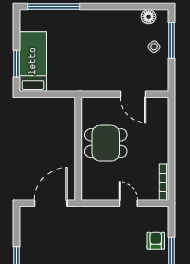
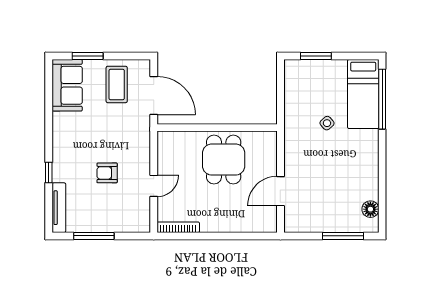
side table: (154, 47) -> (327, 123), moved
bed: (33, 61) -> (363, 94), moved, turned 90
coffee table: (41, 235) -> (117, 84), added
armchair: (156, 241) -> (107, 173), moved, turned 180

